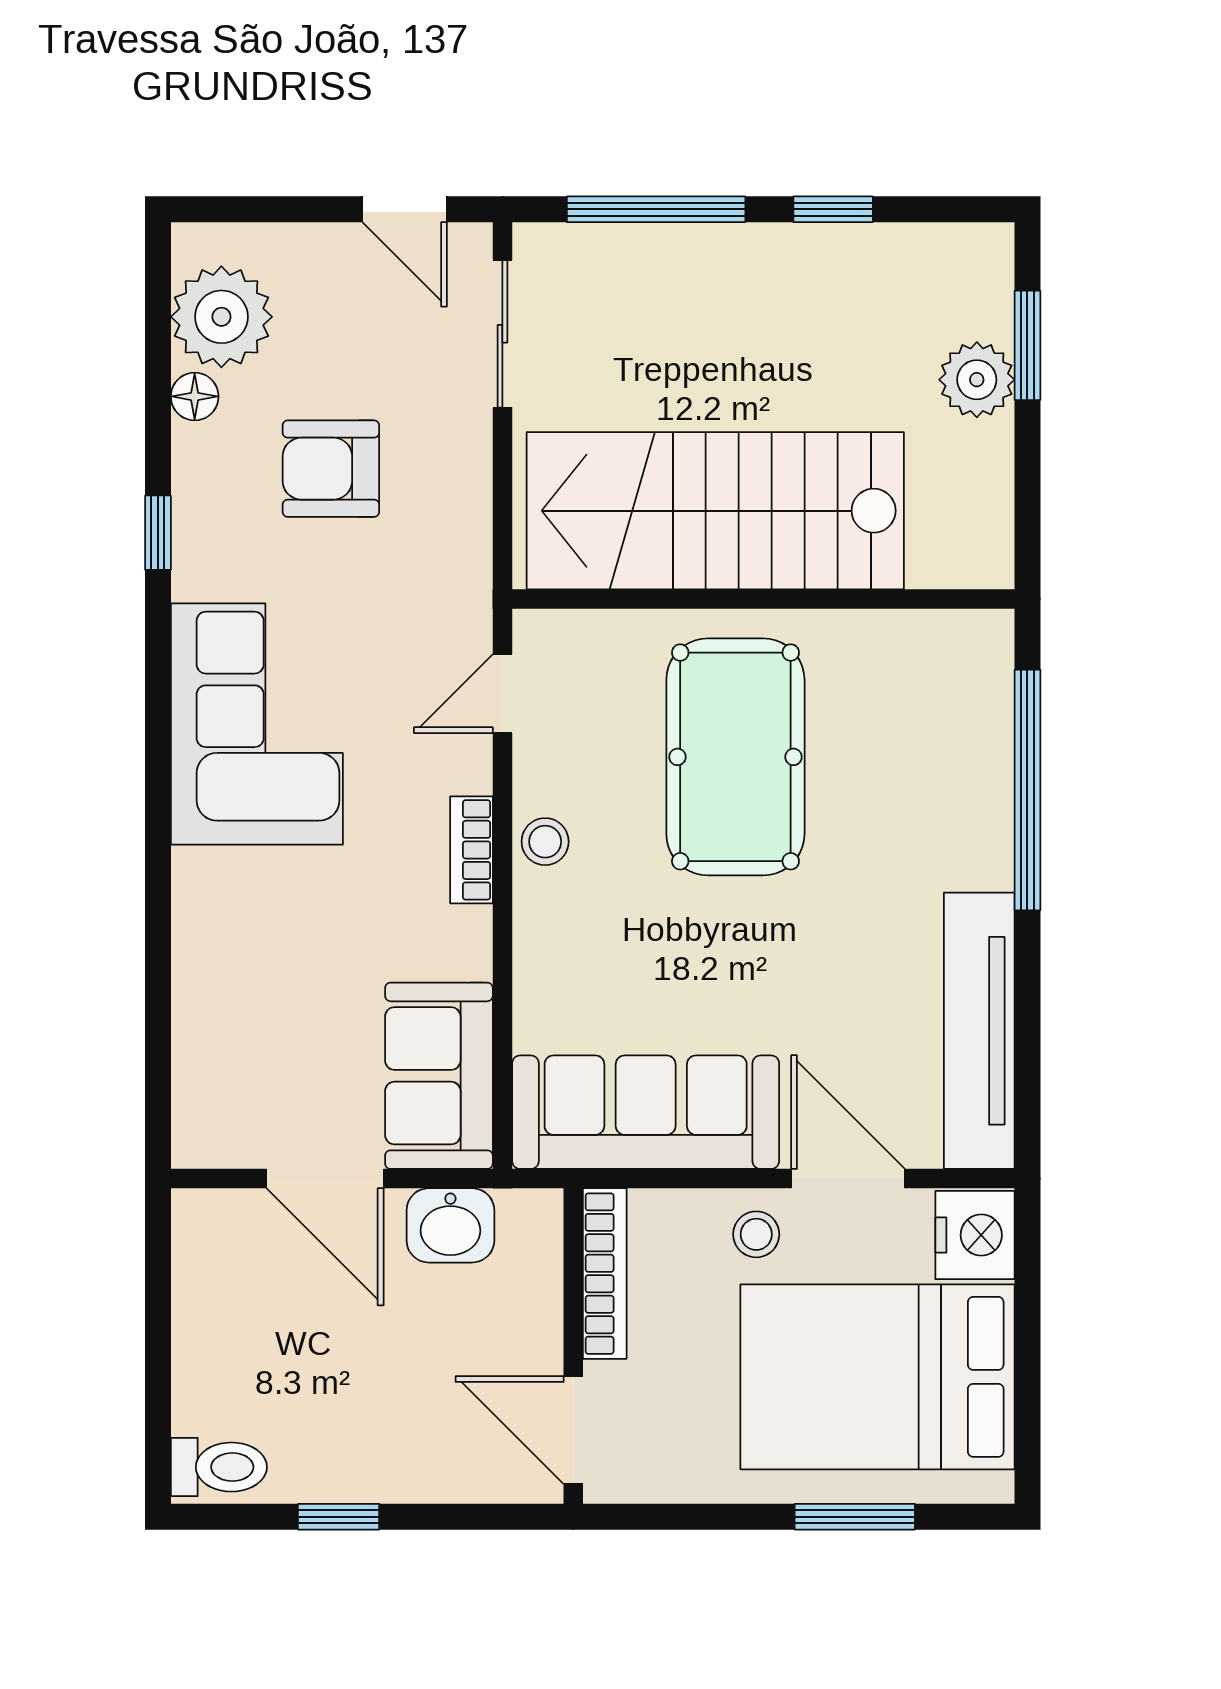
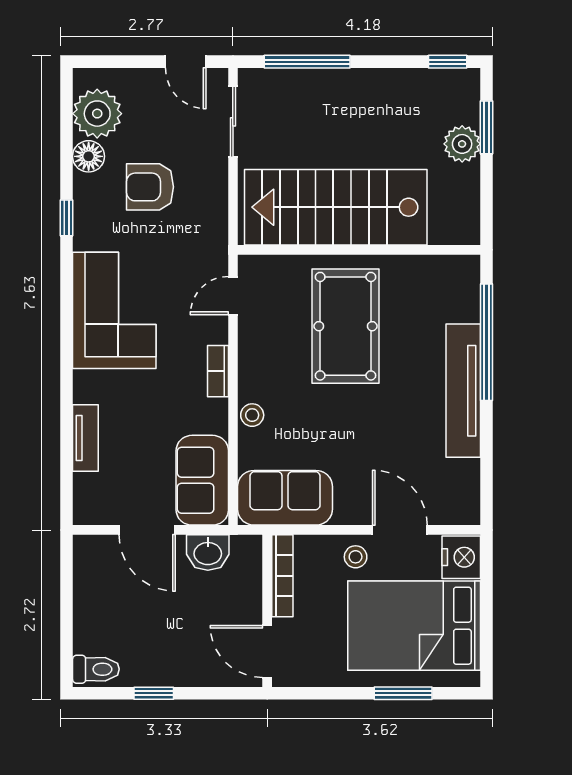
window: (833, 209) -> (448, 62), moved
floor lamp: (195, 396) -> (89, 156), width x1.37, depth x1.37
stool: (545, 842) -> (252, 415), moved
tv unit: (197, 988) -> (85, 438), added
tv unit: (979, 1031) -> (463, 391), moved
sofa: (646, 1112) -> (285, 498), width x0.73

